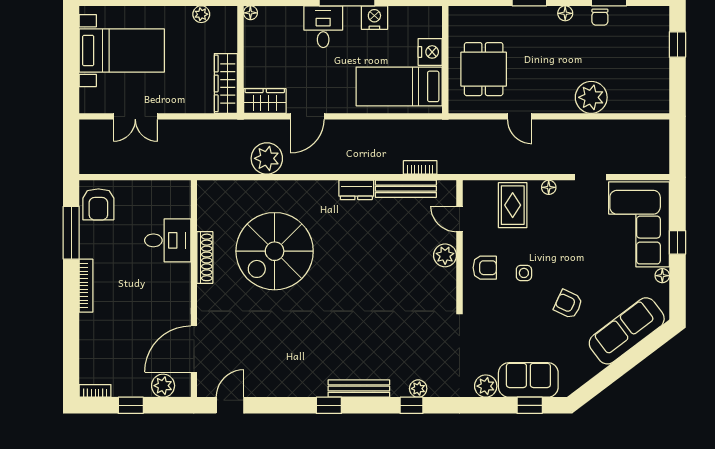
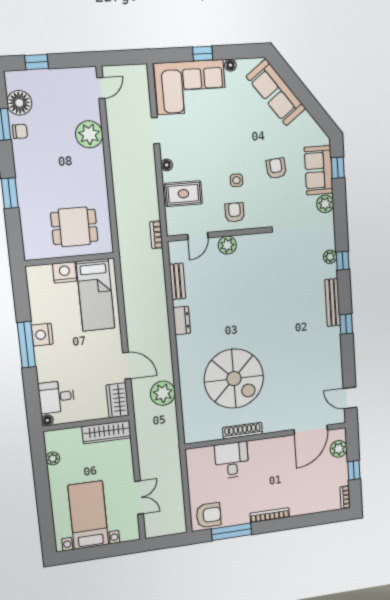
floor lamp: (565, 13) -> (19, 103), moved, width x1.89, depth x1.89
nightstand: (374, 18) -> (42, 335), moved
desk: (323, 27) -> (56, 397), moved
door: (520, 116) -> (101, 88), moved
bookcase: (420, 167) -> (156, 235), moved
bench: (406, 189) -> (177, 281), width x0.73
armchair: (568, 304) -> (276, 168), moved, turned 150
door: (194, 349) -> (311, 430), hinge flipped

